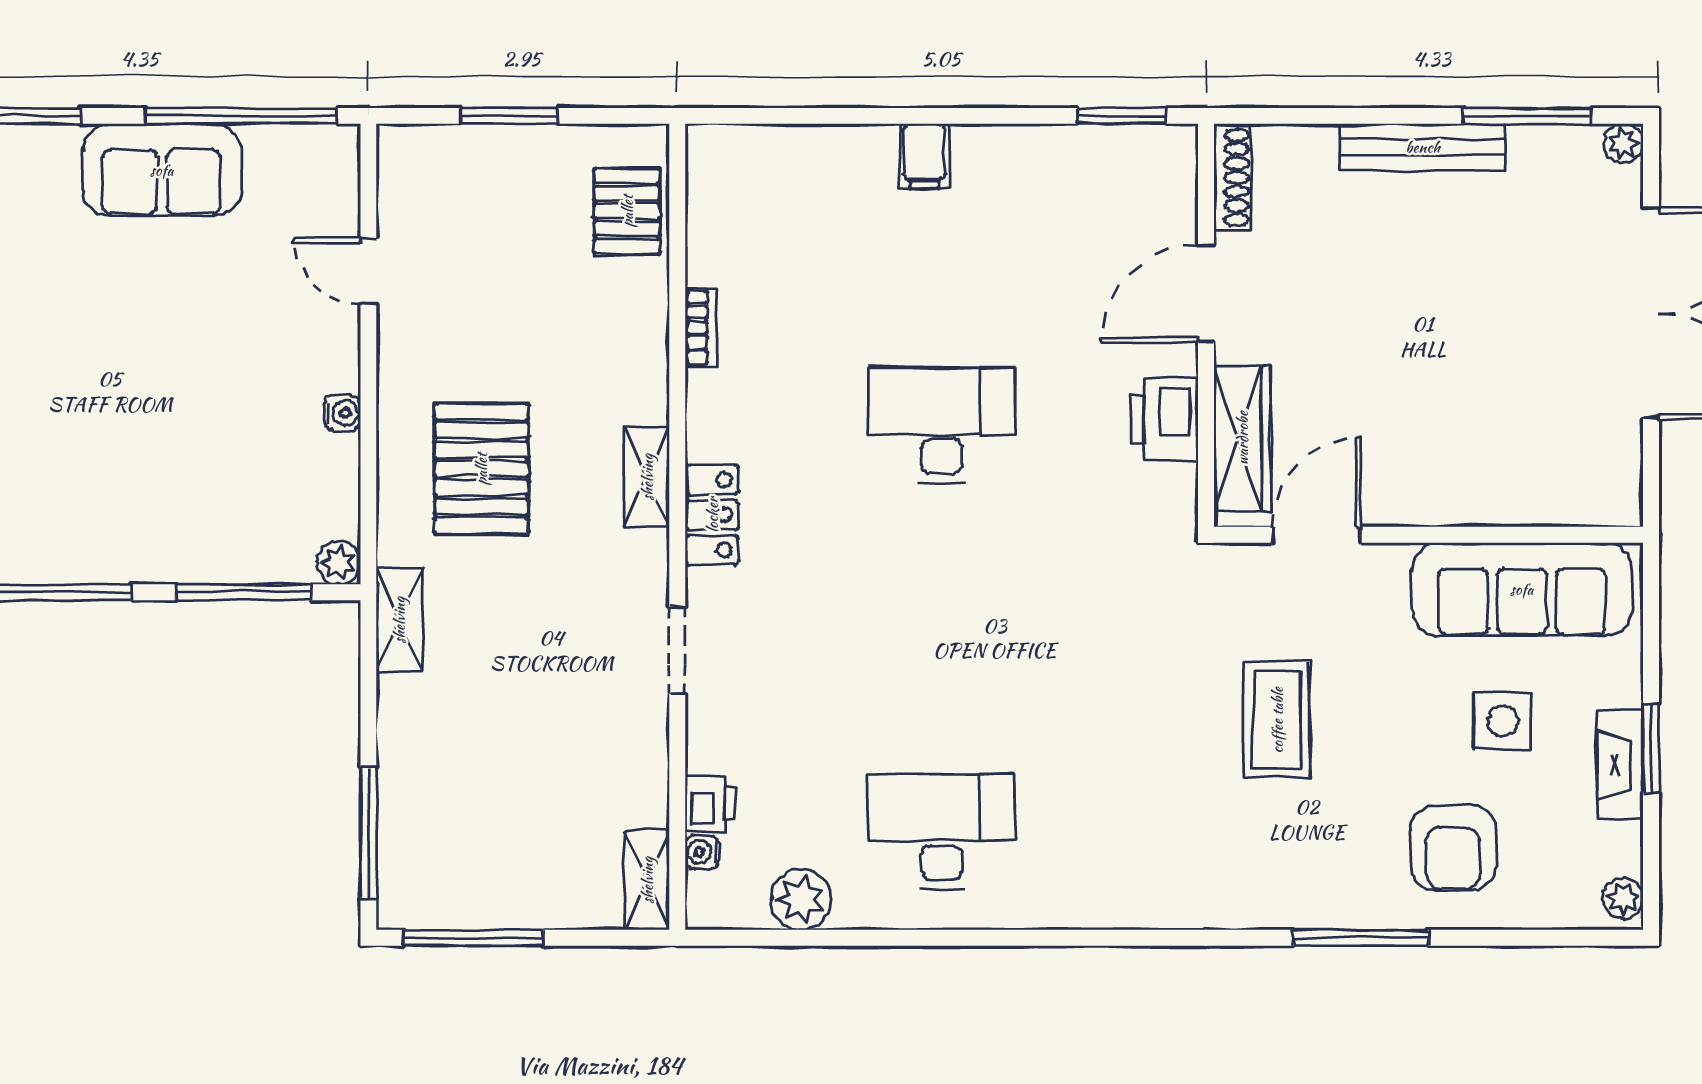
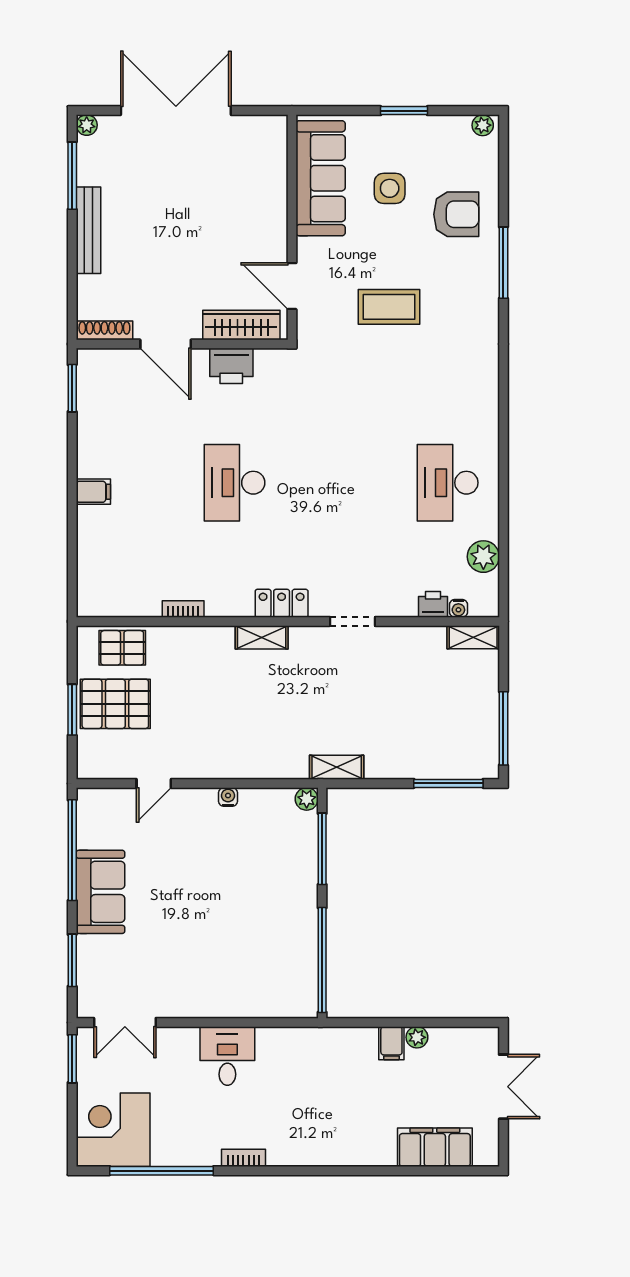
pallet: (481, 469) -> (115, 704), moved
fireplace: (1620, 765) -> (413, 127), removed

